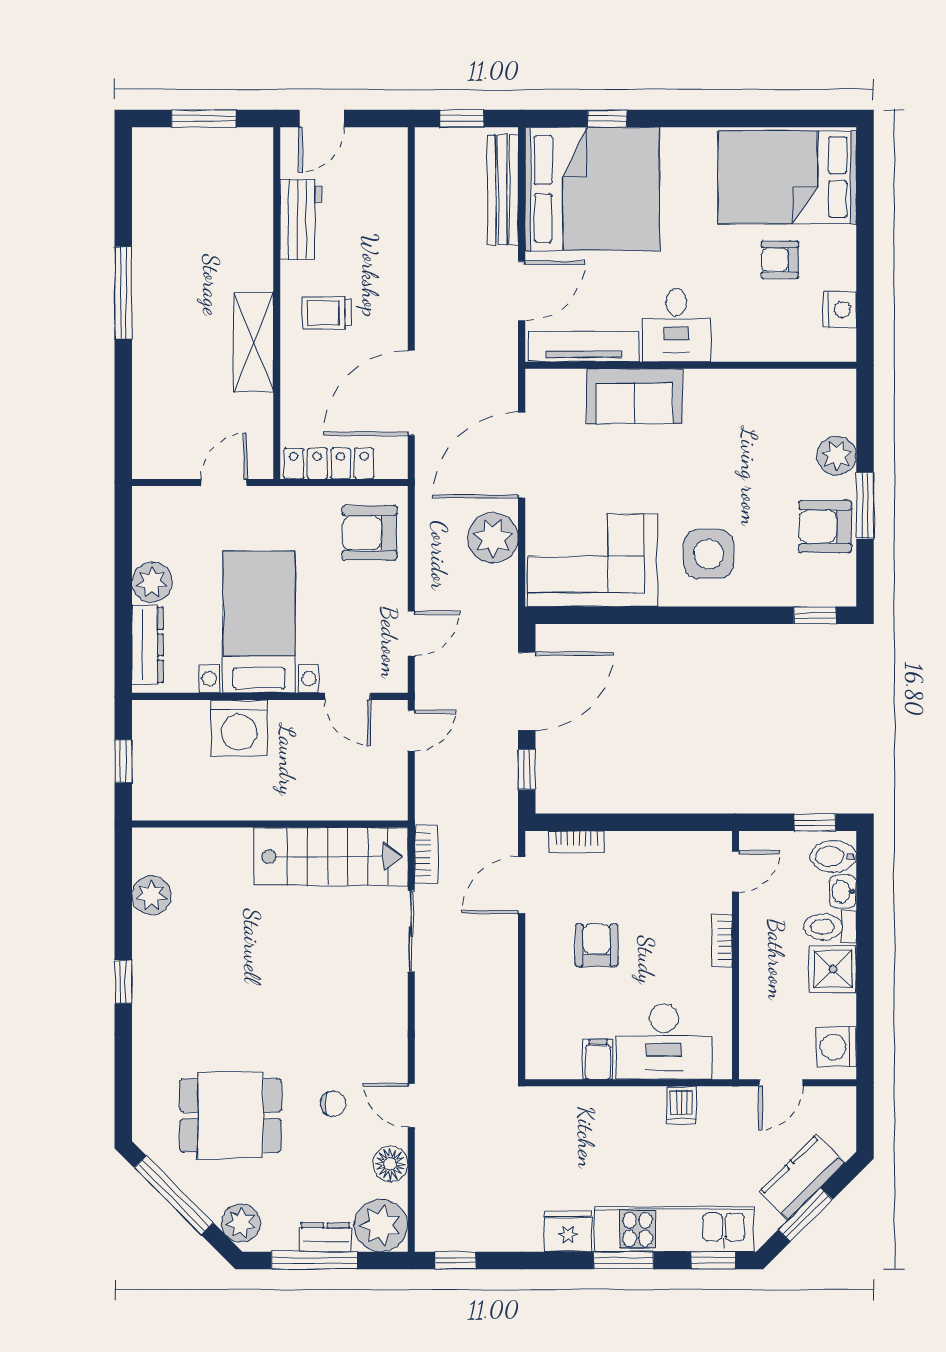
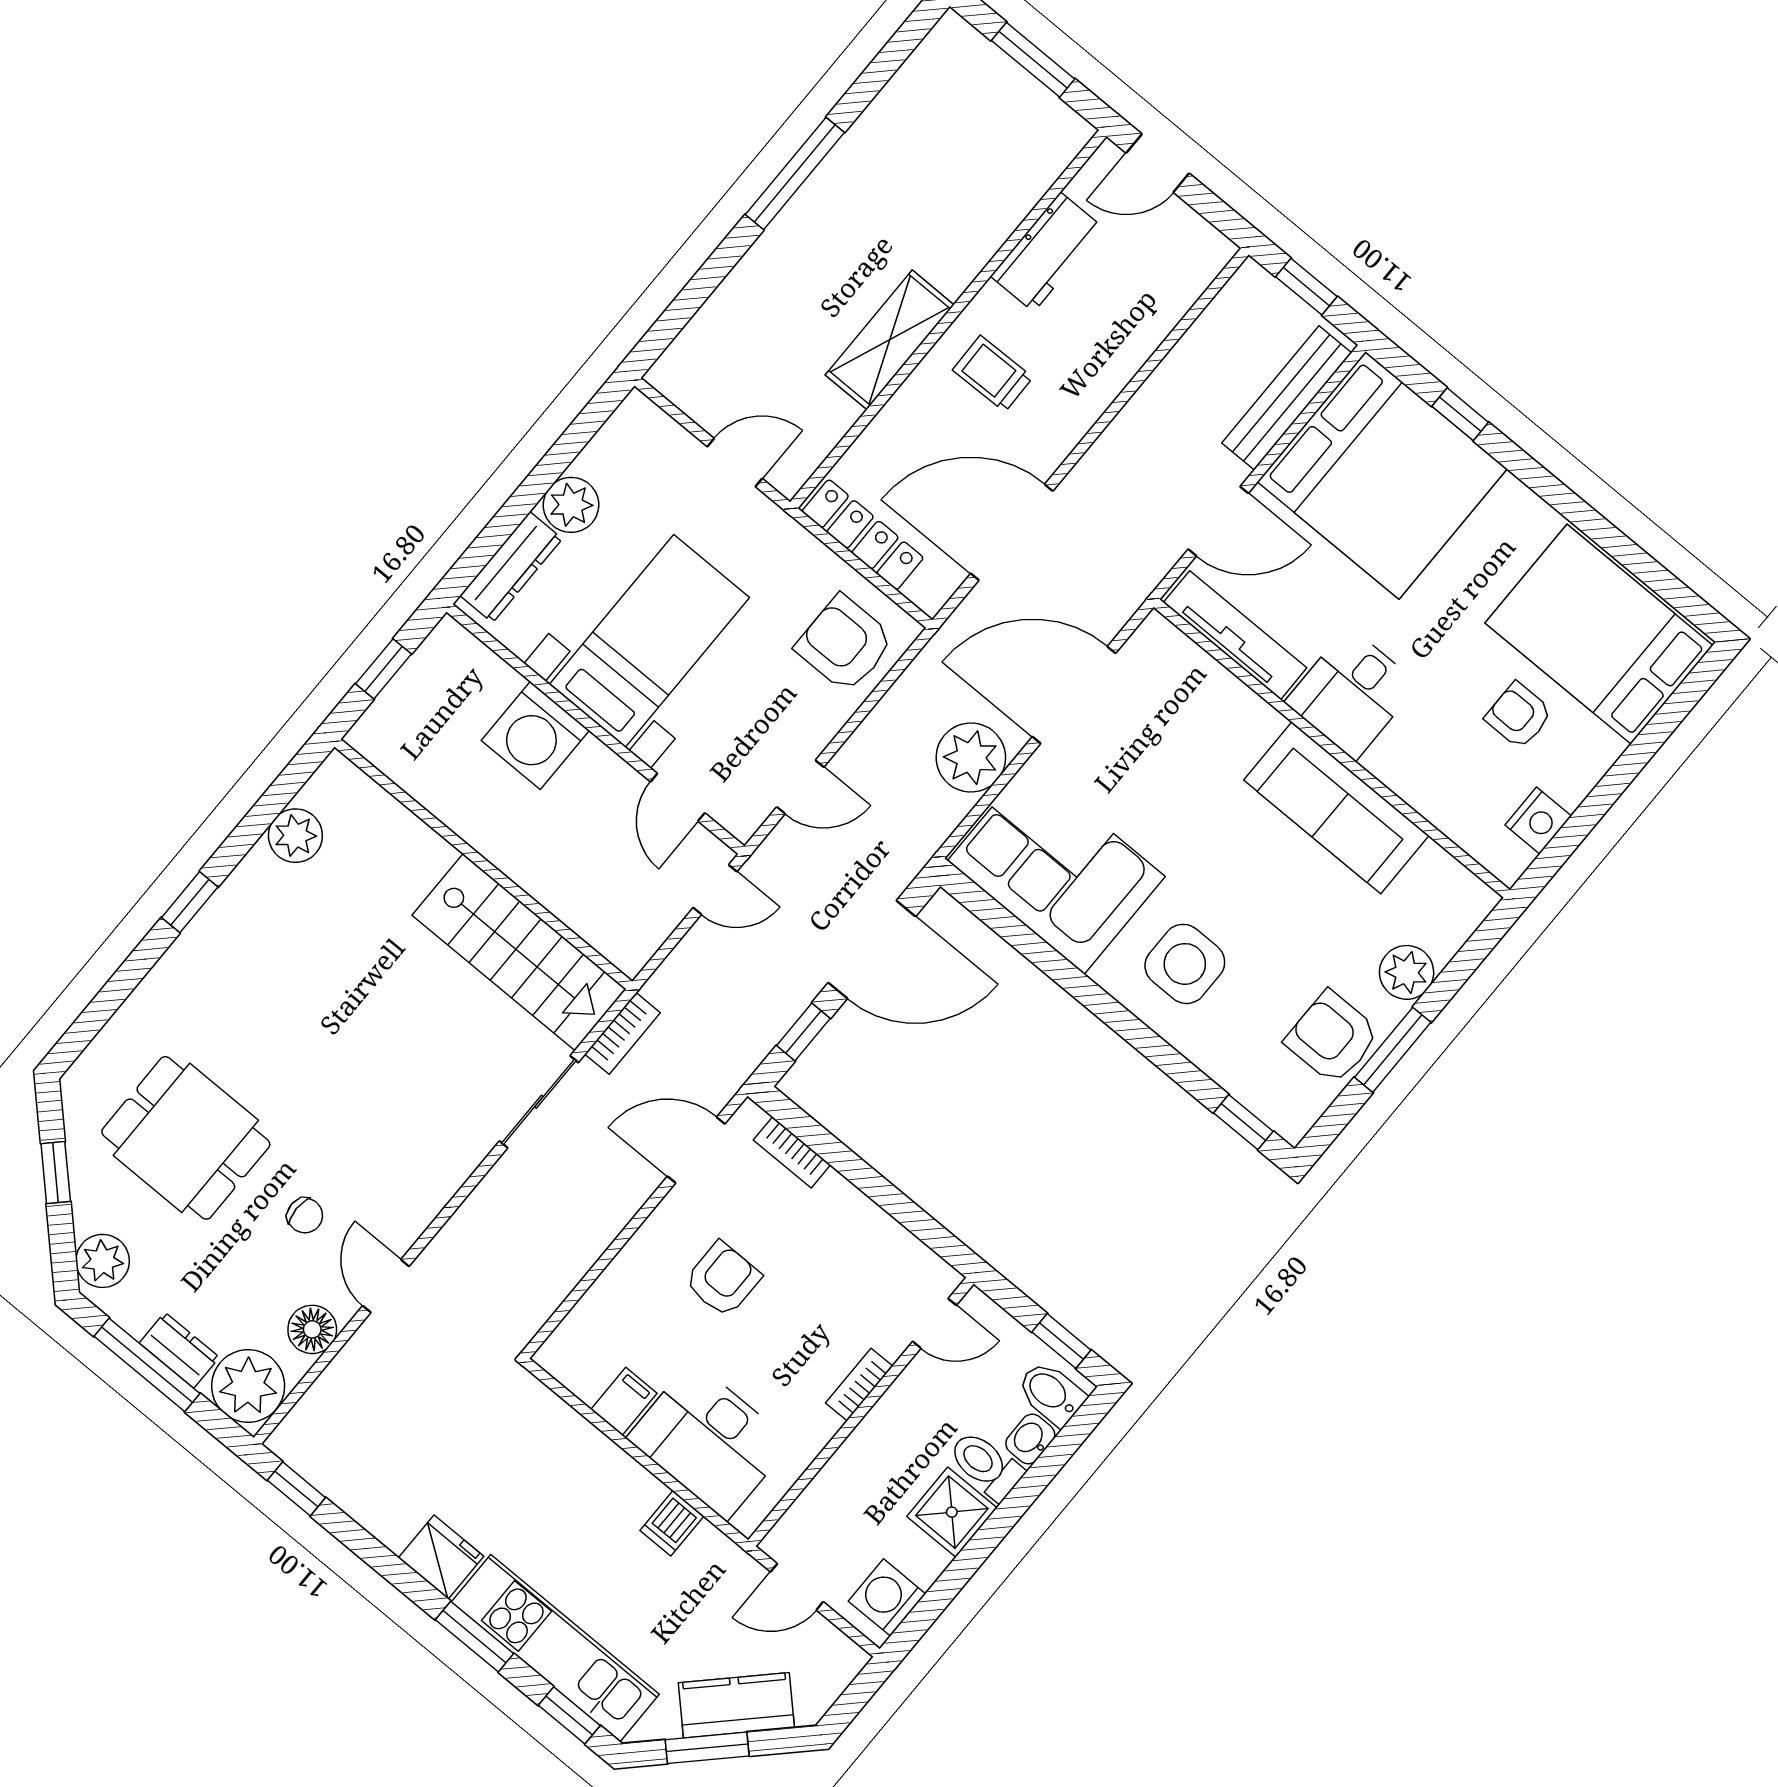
sofa: (635, 396) -> (1336, 808), moved, width x1.36
window: (174, 1195) -> (56, 1173), width x0.46

